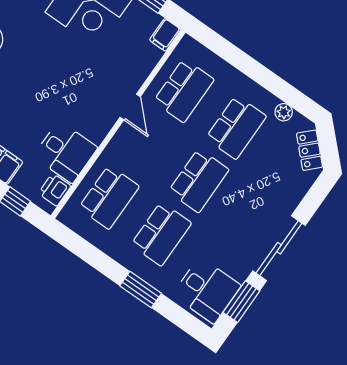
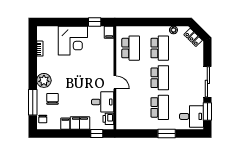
door: (130, 107) -> (115, 82), moved
school desk: (109, 197) -> (131, 107), removed

